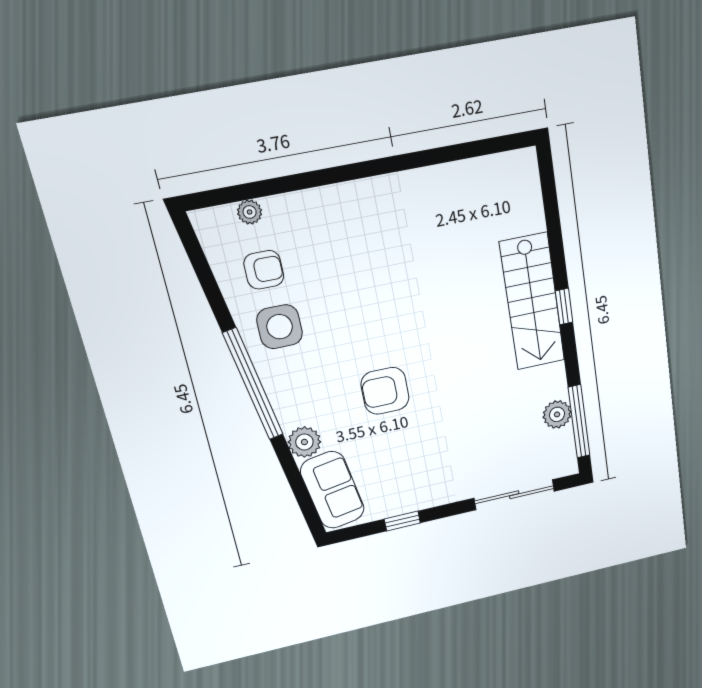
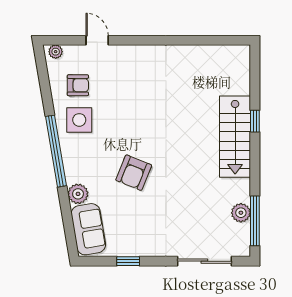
door: (279, 185) -> (97, 40), added
plant: (250, 212) -> (56, 52), moved
window: (564, 306) -> (255, 121), moved
armchair: (385, 391) -> (134, 173), turned -68

